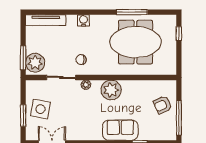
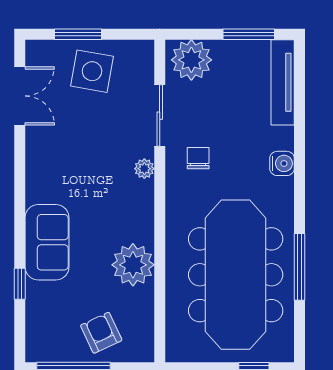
meeting table: (135, 42) -> (236, 275), width x1.36
window: (23, 58) -> (249, 34), moved
plant: (111, 90) -> (133, 265), moved

